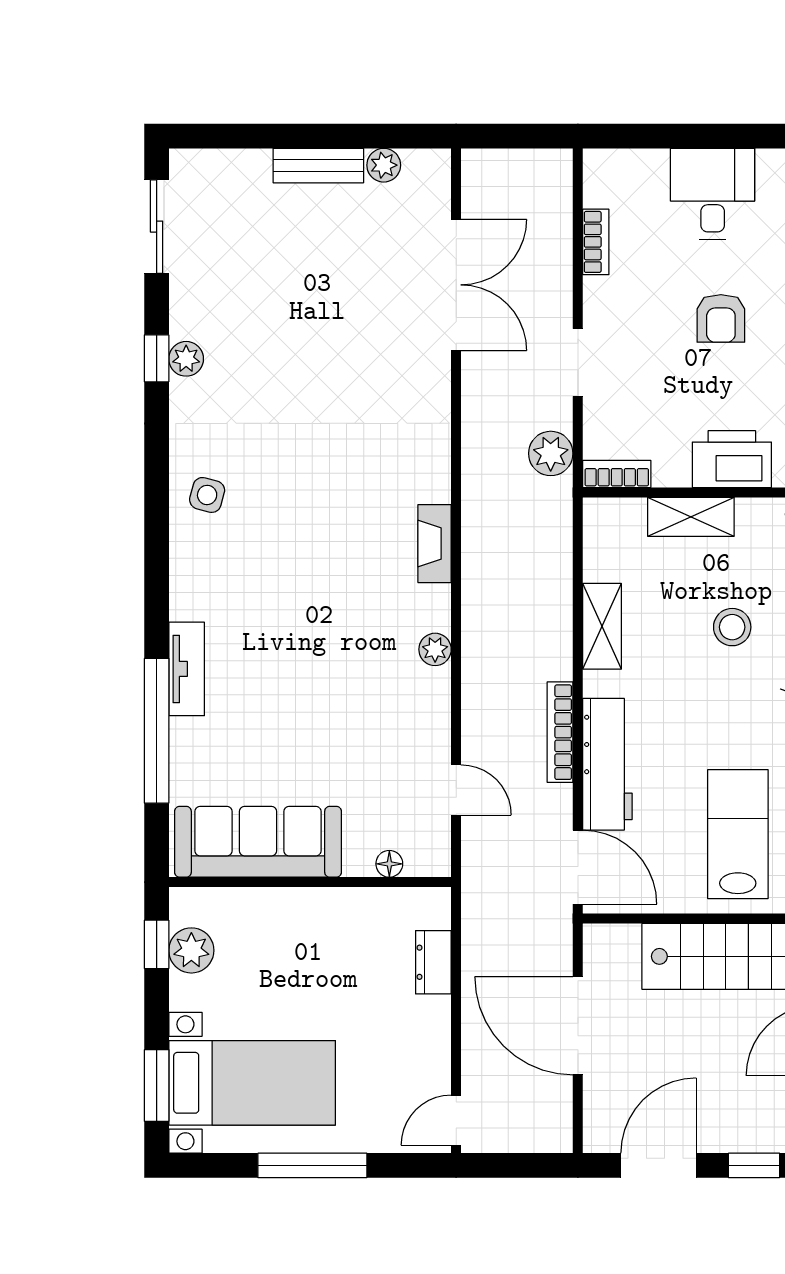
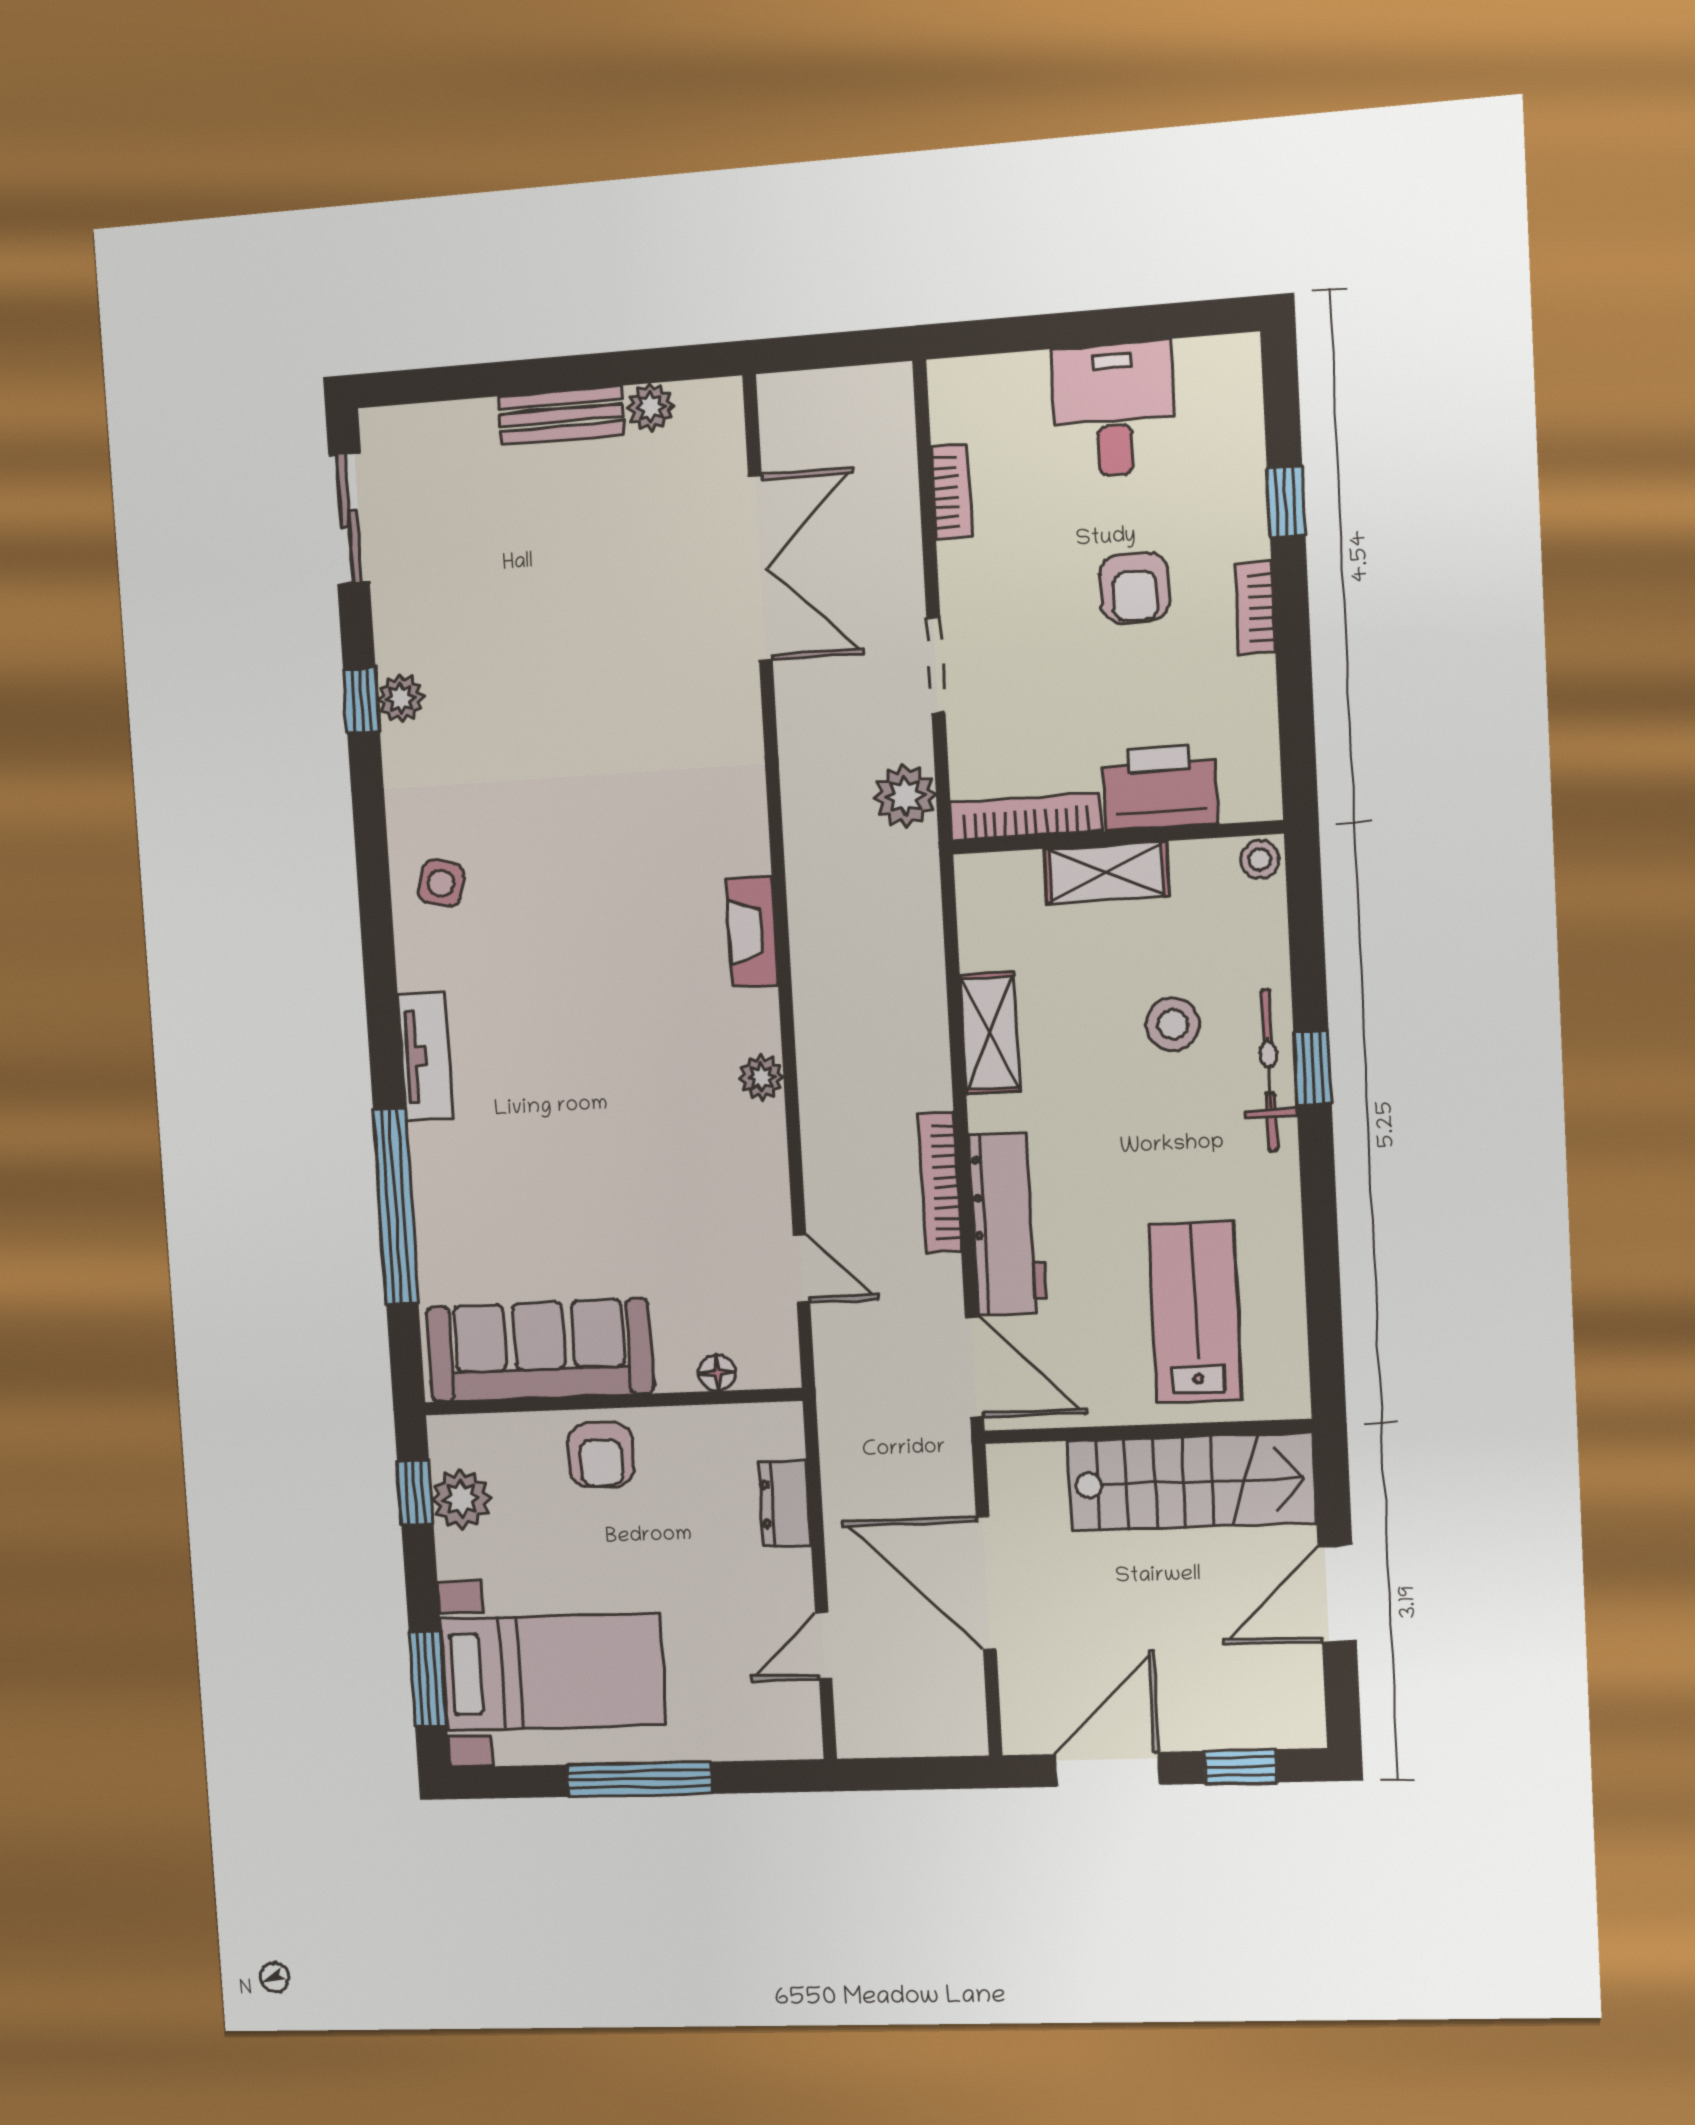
bookcase: (617, 474) -> (1026, 817), width x1.56
tv unit: (187, 669) -> (425, 1056), moved
armchair: (299, 921) -> (601, 1455), added
door: (456, 1120) -> (824, 1646), moved

